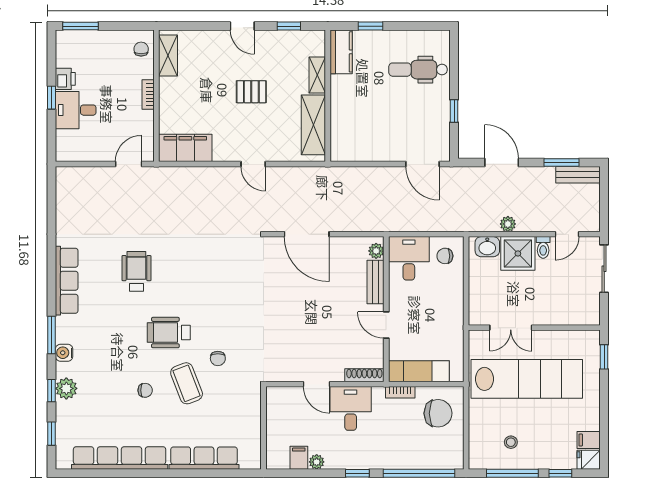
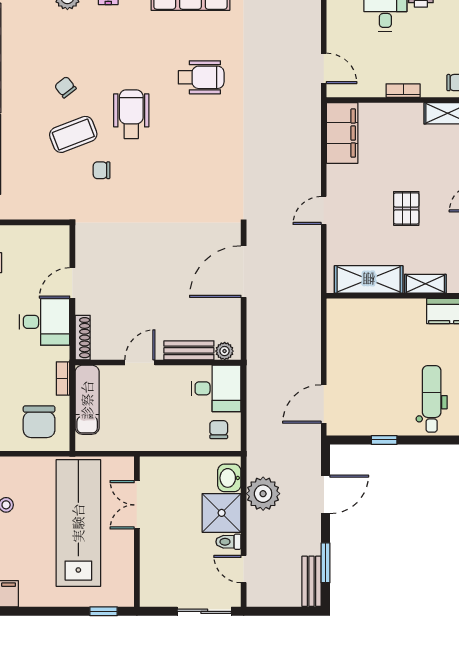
plant: (508, 224) -> (263, 494), width x1.87, depth x1.87
lab bench: (527, 379) -> (78, 523), turned 180
chair: (145, 390) -> (65, 87), turned 142

